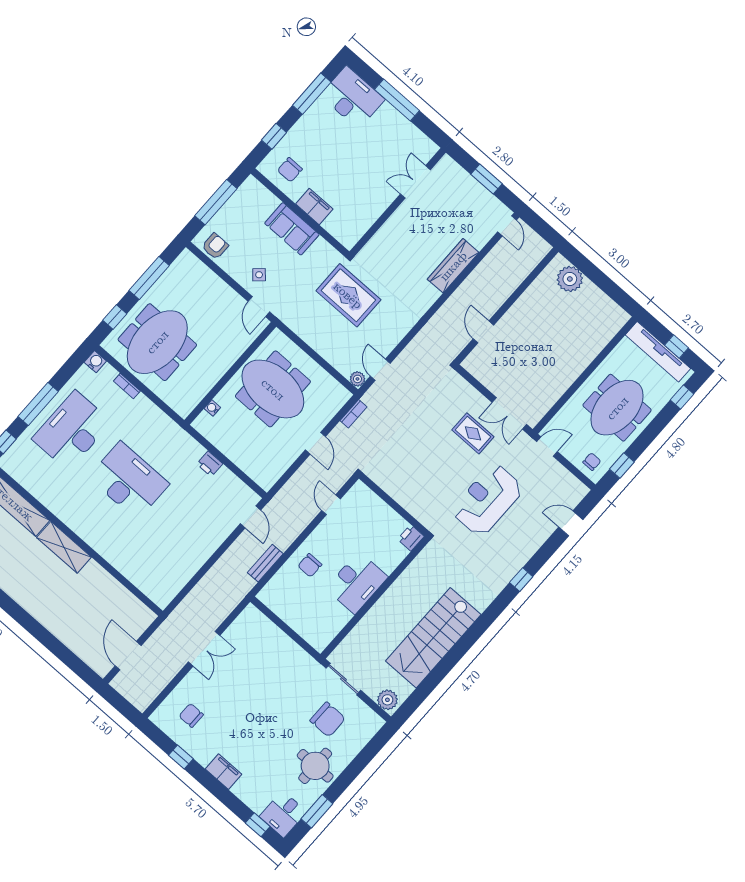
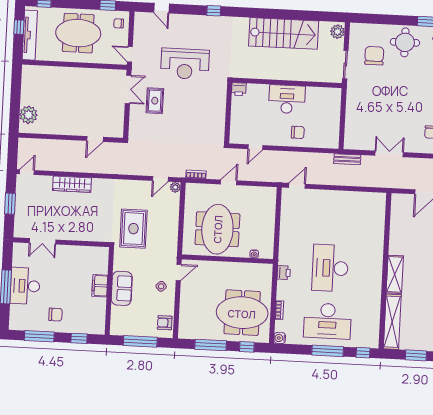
desk: (352, 97) -> (25, 286), moved
chair: (290, 170) -> (55, 314), moved
printer: (210, 464) -> (284, 273), moved
bench: (265, 563) -> (347, 159), moved

